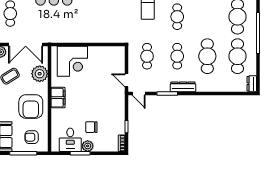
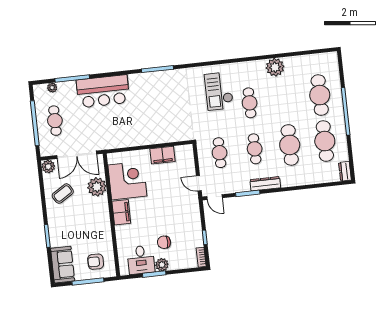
filing cabinet: (98, 53) -> (162, 155), added
corner desk: (72, 61) -> (127, 181), moved, turned -90
armchair: (31, 106) -> (91, 226), removed

